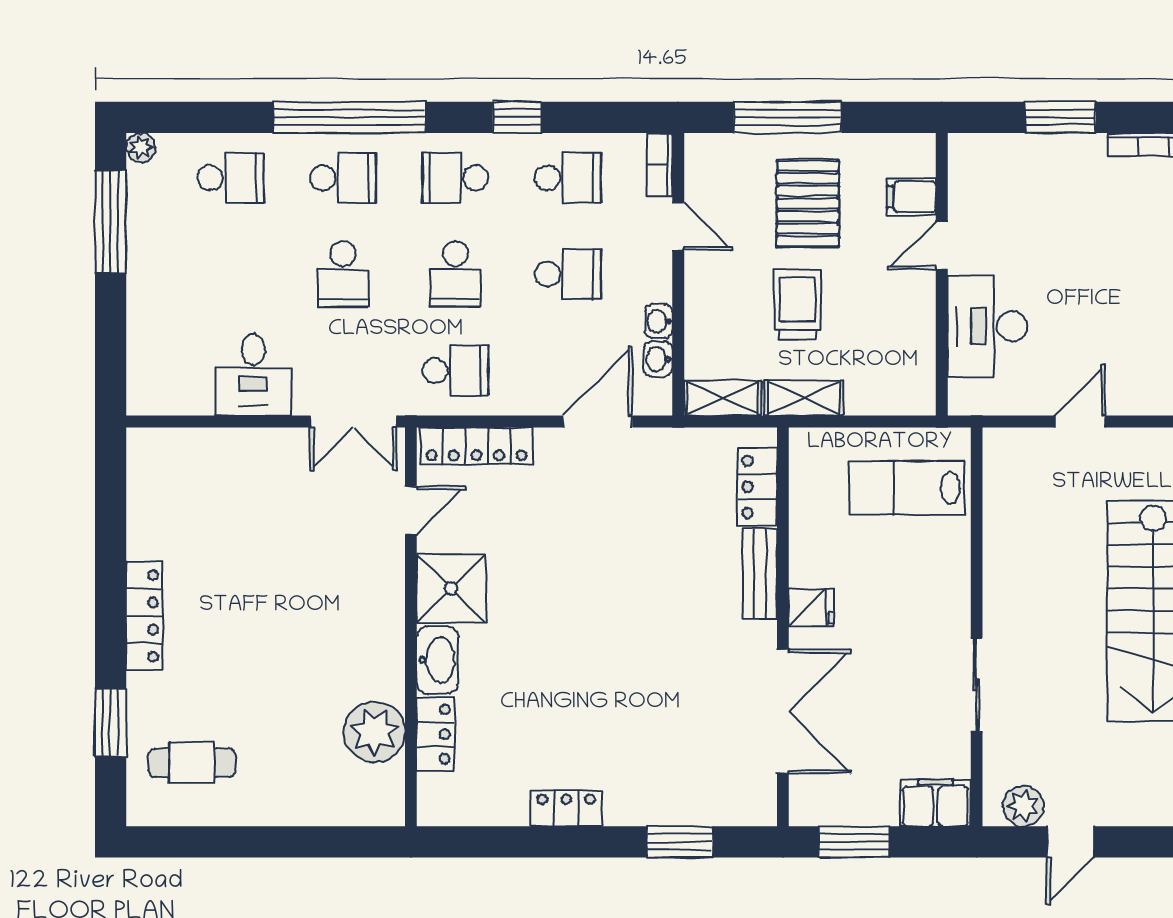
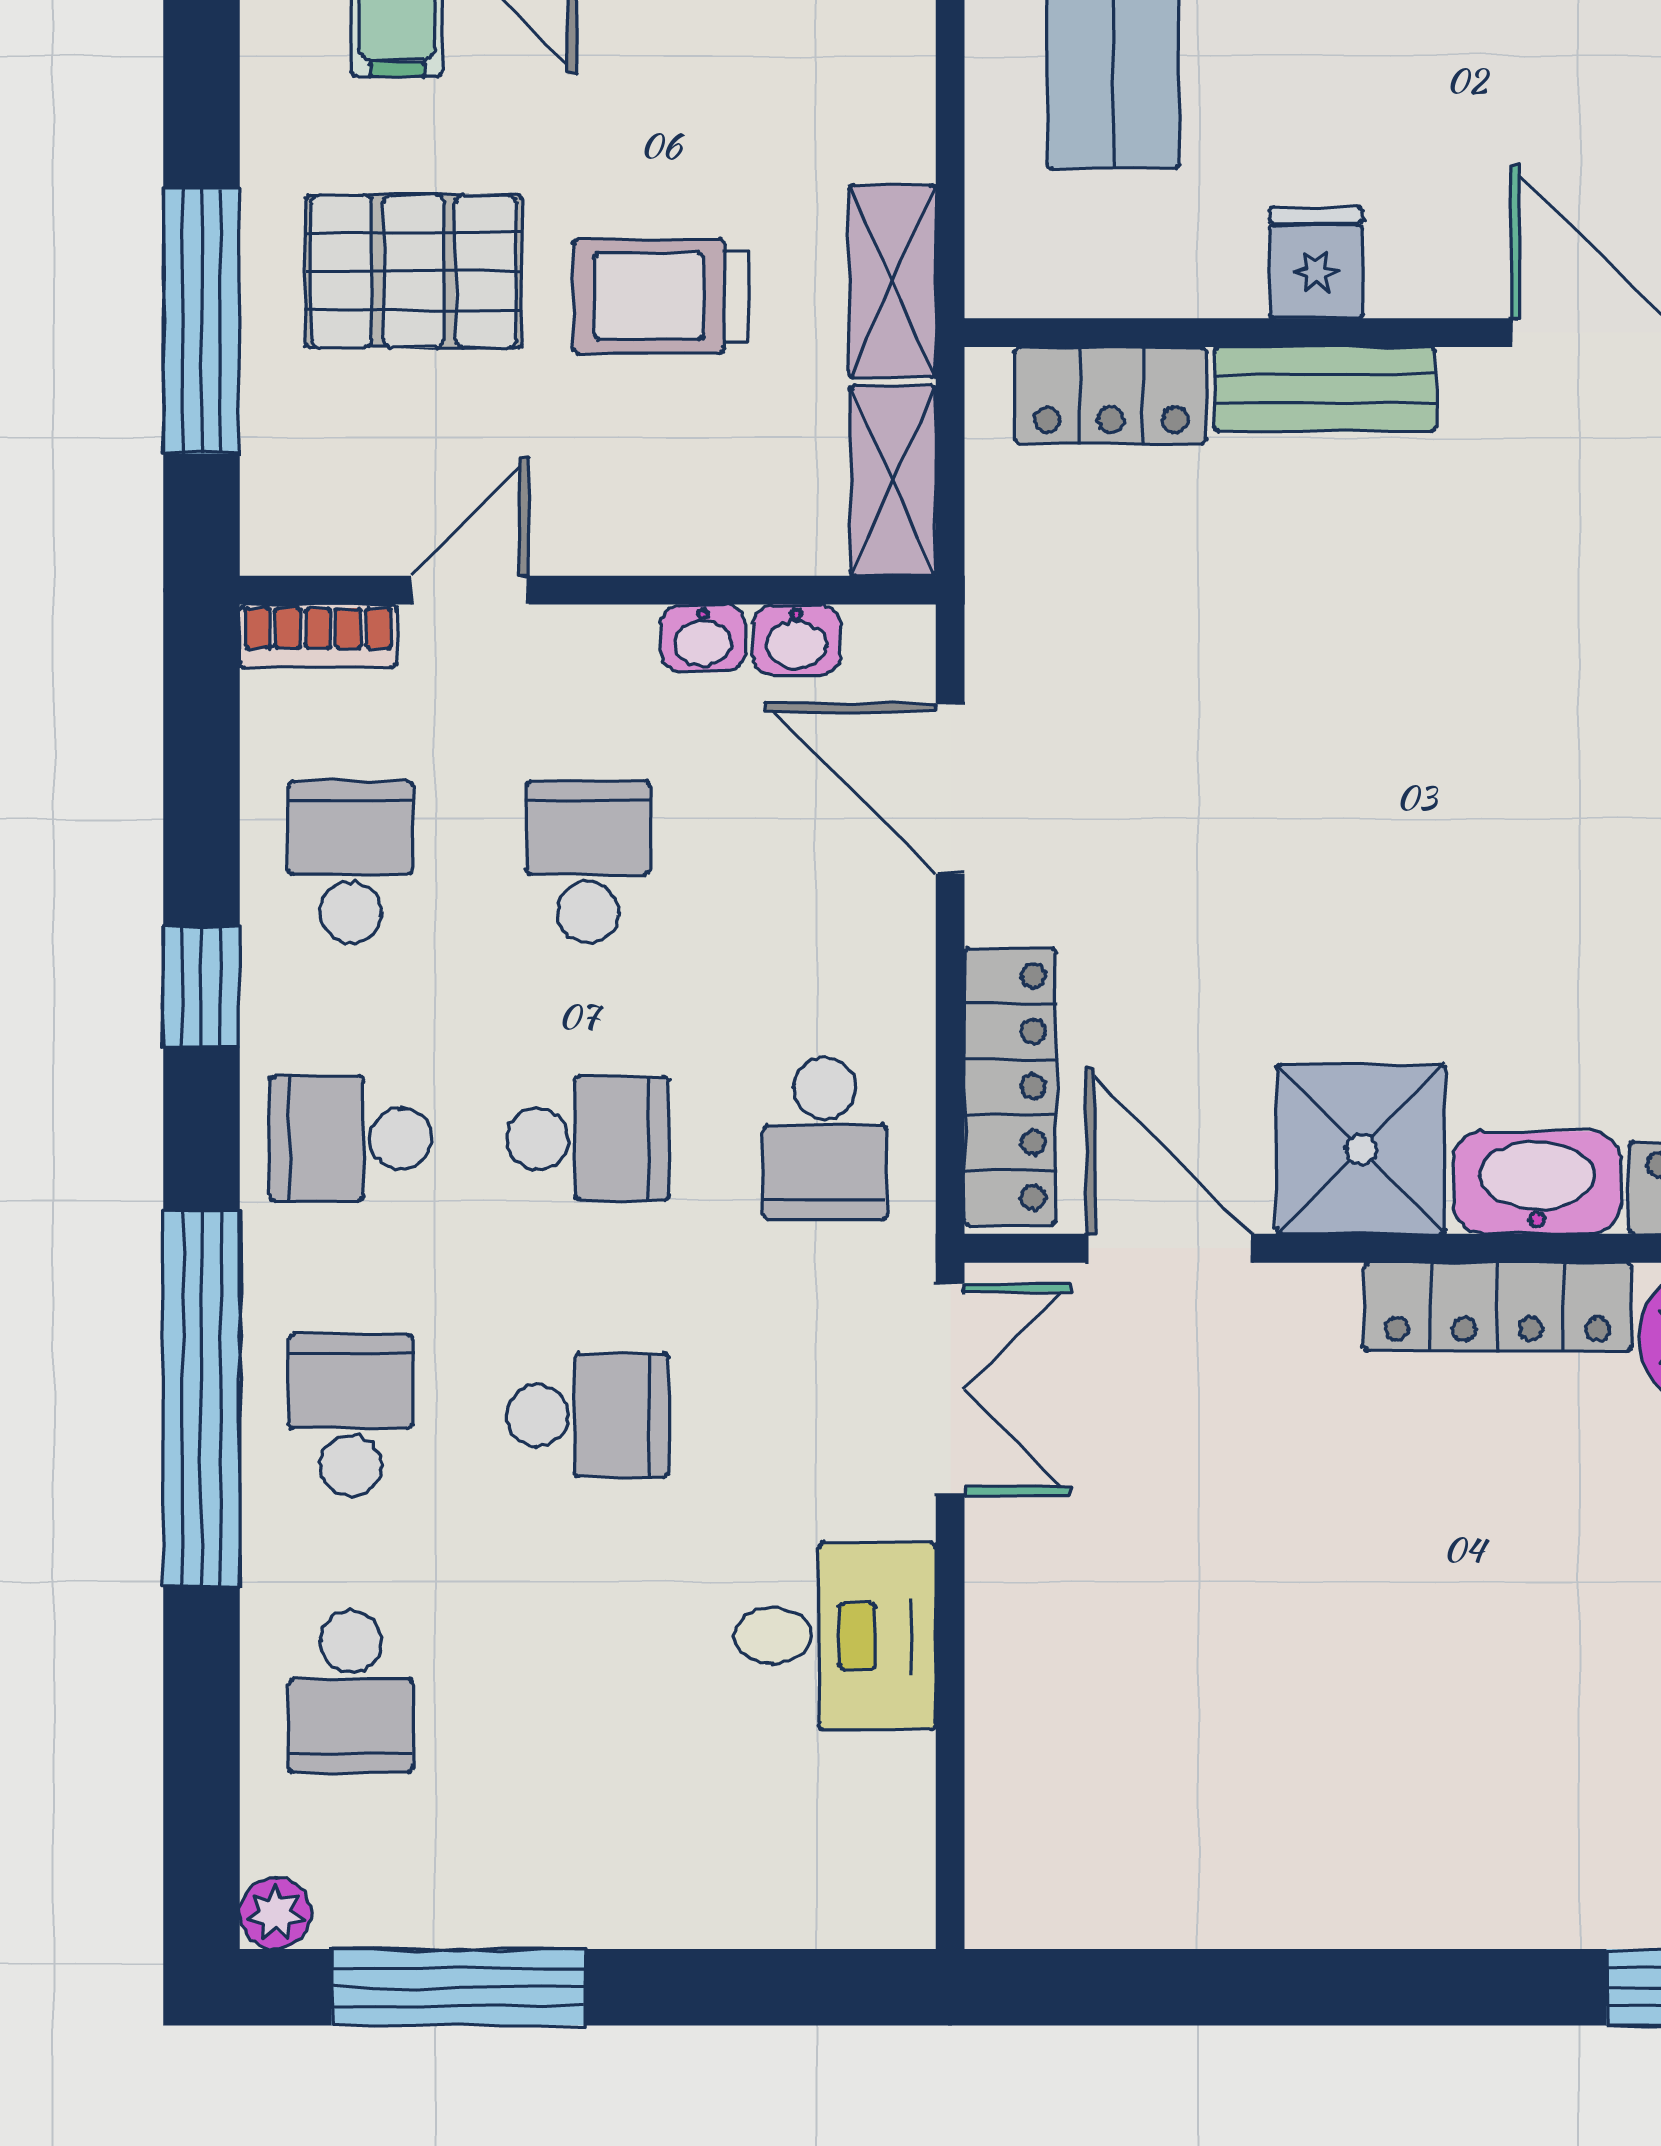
school desk: (231, 178) -> (351, 1692), turned 180
school desk: (455, 178) -> (351, 1138), turned 90
school desk: (455, 371) -> (825, 1138), turned 180
door: (411, 510) -> (1169, 1248), width x1.38
fridge: (811, 608) -> (1316, 263), moved
locker: (144, 616) -> (1497, 1307), moved, turned 180

